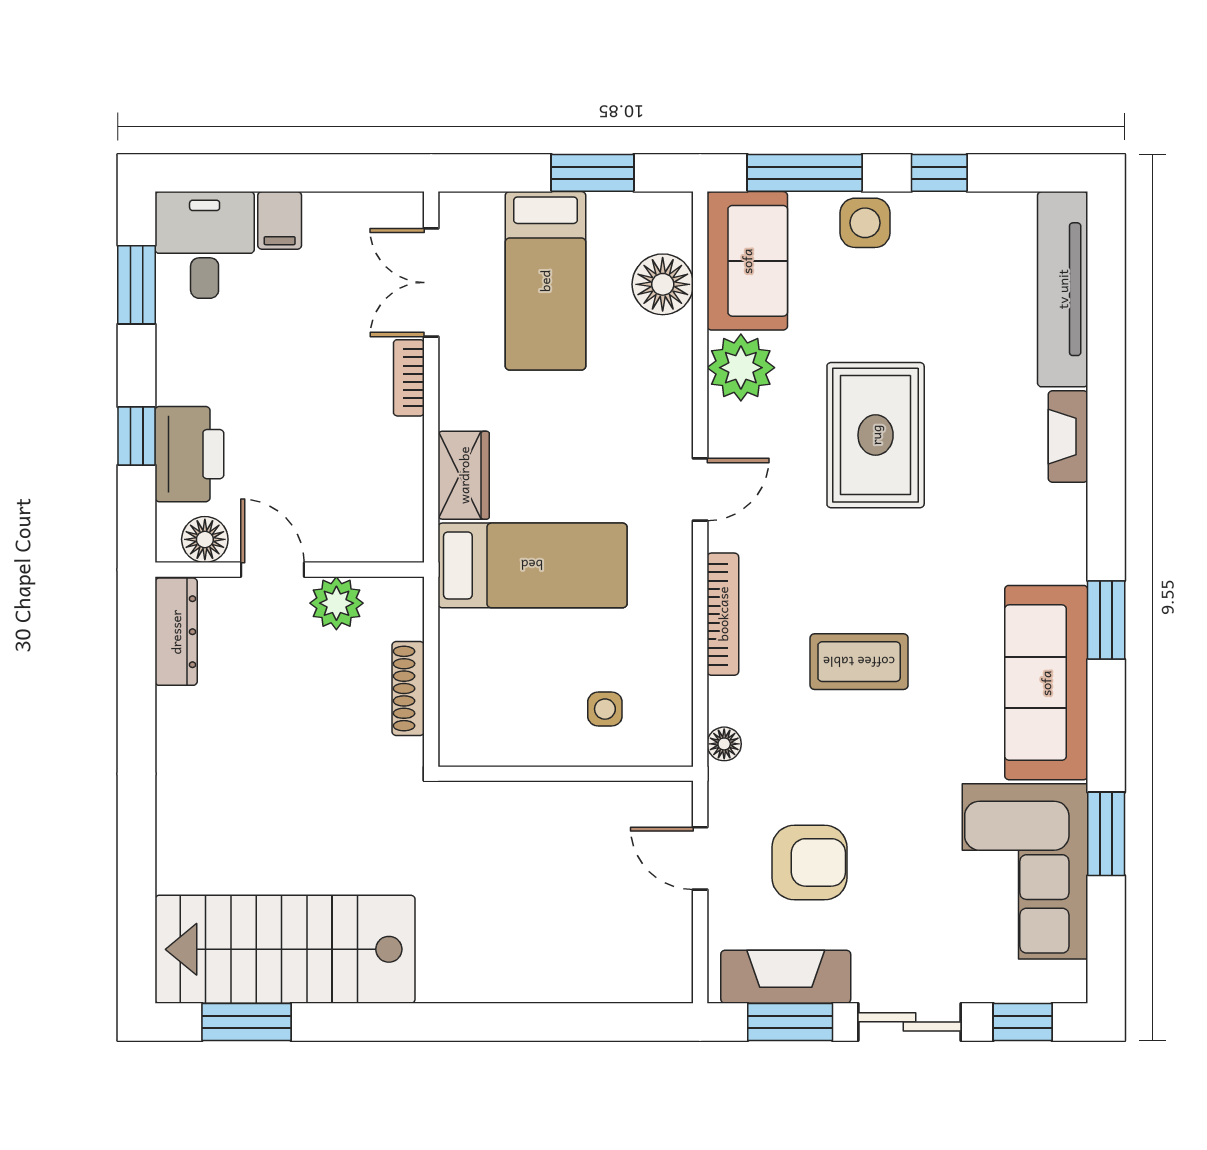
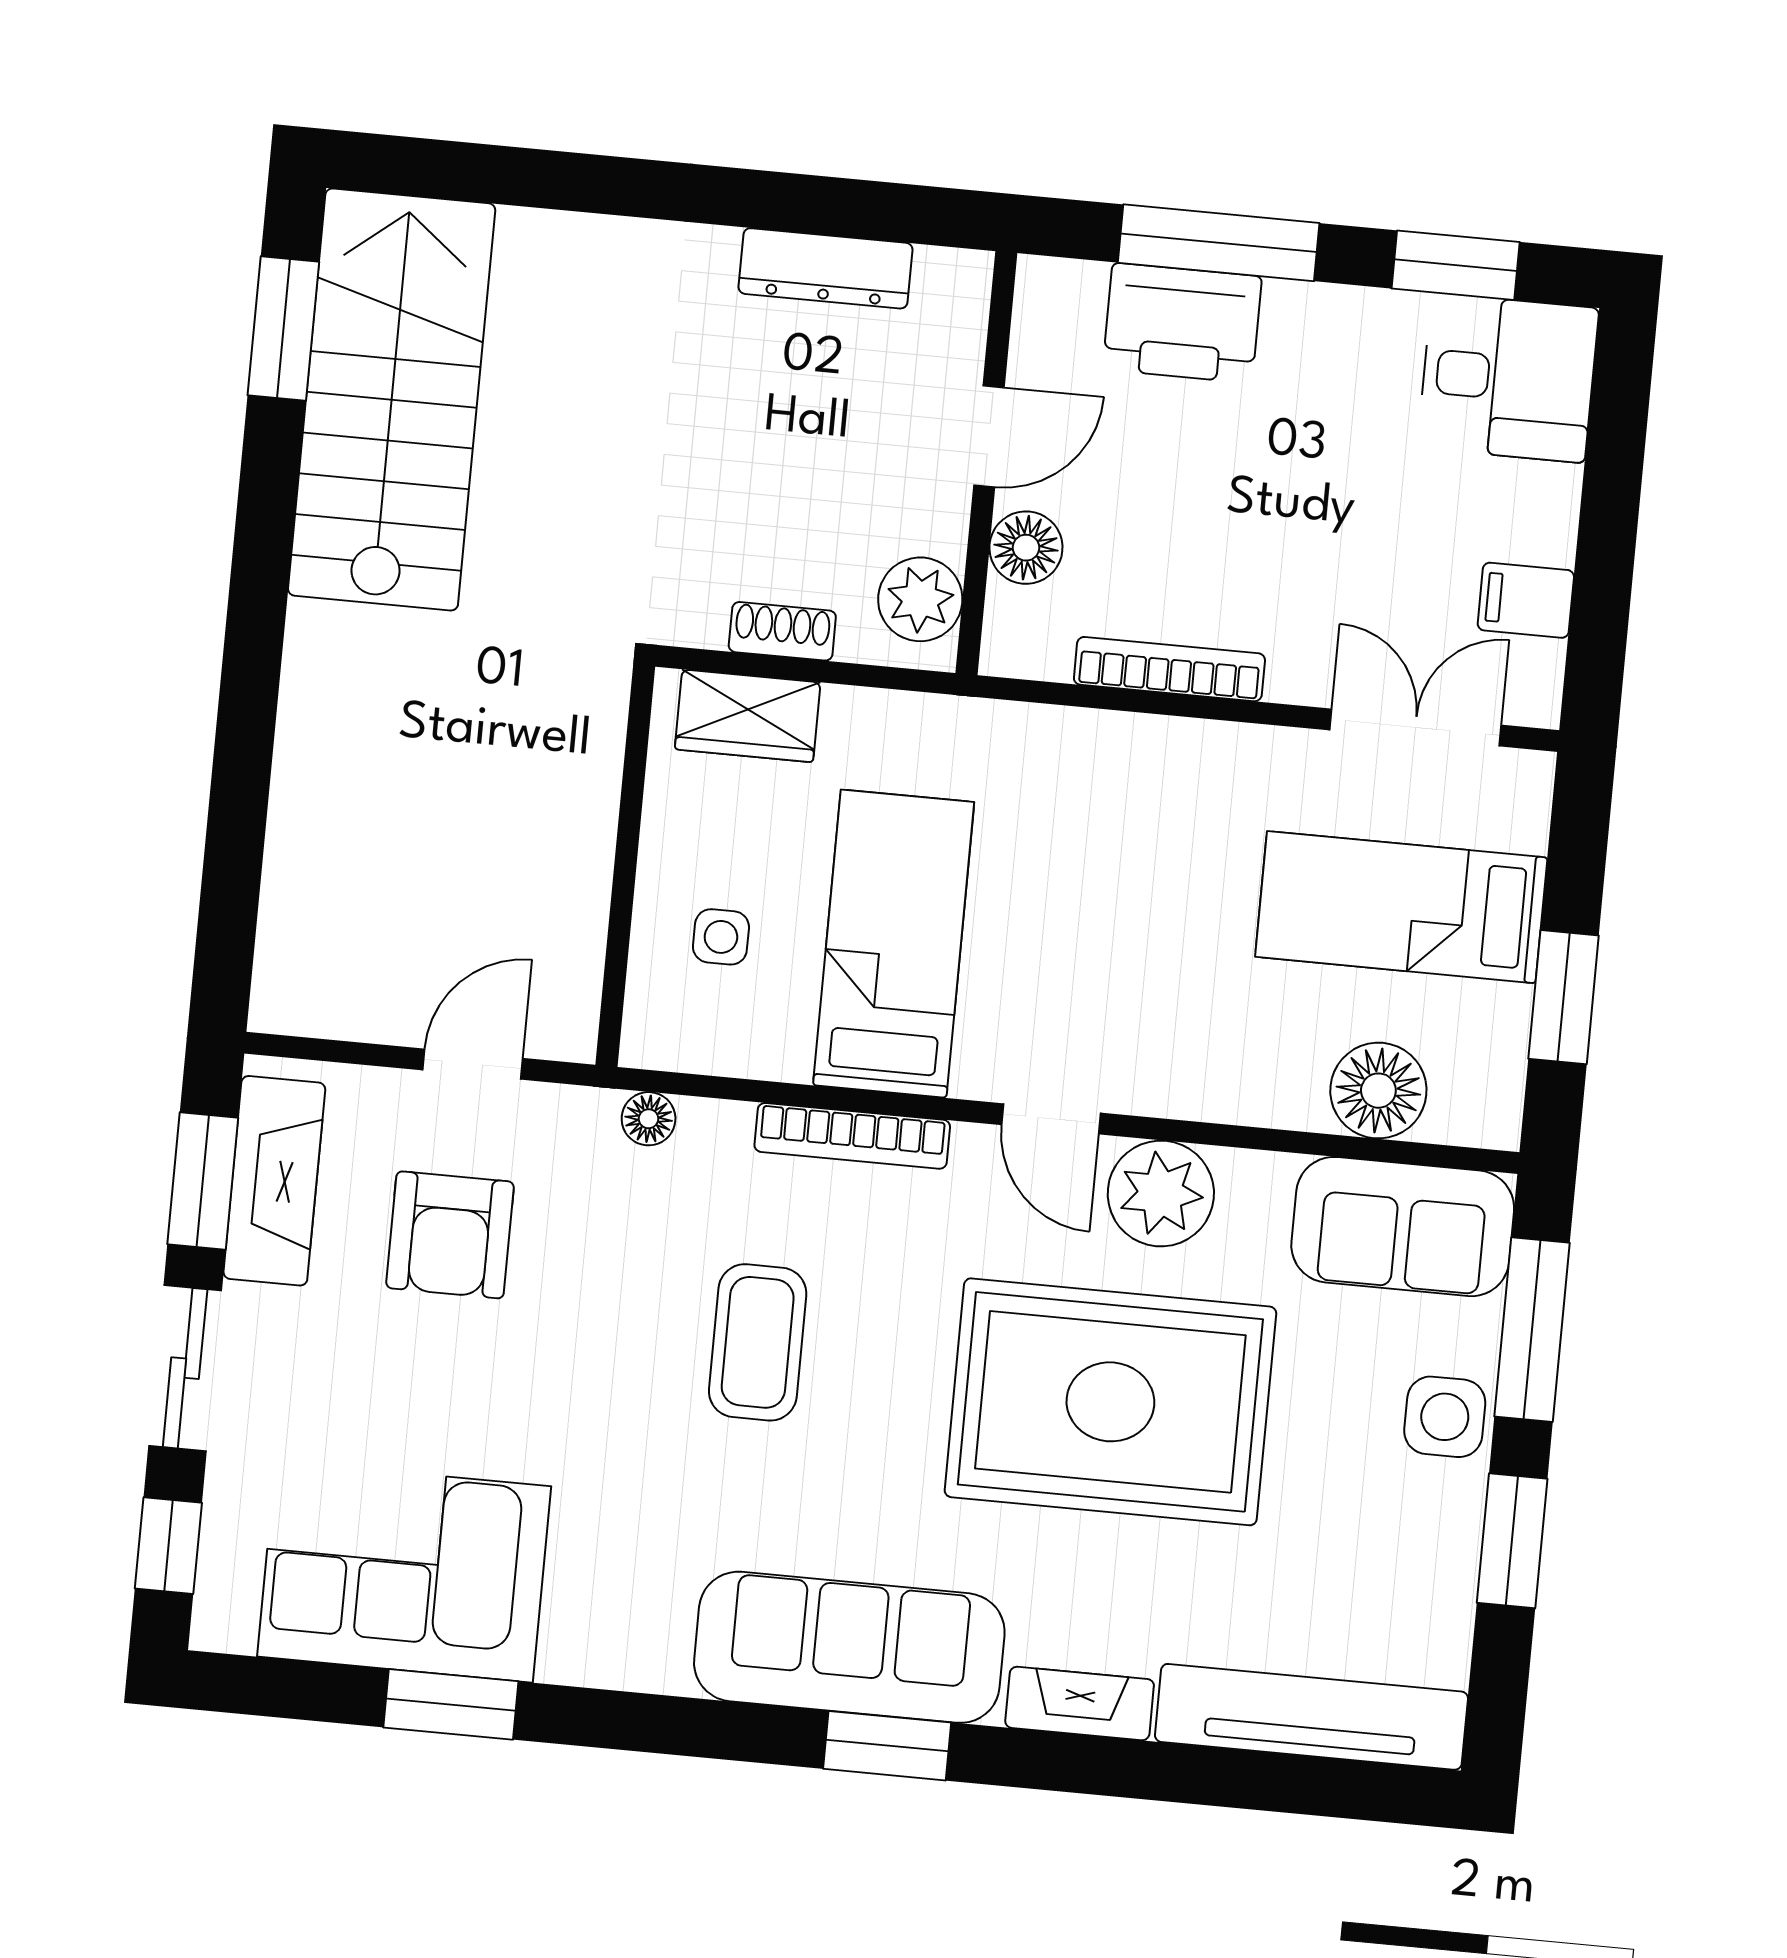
window: (939, 173) -> (1512, 1541), width x1.50
filing cabinet: (280, 220) -> (1526, 600), moved
plant: (741, 368) -> (1161, 1194), moved
bookcase: (409, 378) -> (1169, 669), moved, width x1.56
rug: (876, 435) -> (1110, 1402), width x1.37, depth x1.44
window: (136, 436) -> (1219, 243), width x2.17
wardrobe: (464, 475) -> (748, 716), moved
floor lamp: (205, 539) -> (1026, 548), moved
bed: (532, 565) -> (894, 944), moved, turned 180
plant: (336, 603) -> (920, 599), moved
window: (1106, 620) -> (887, 1746), moved
dresser: (176, 632) -> (825, 268), moved
sofa: (1046, 683) -> (849, 1647), moved
shoe rack: (408, 689) -> (782, 631), width x0.70

